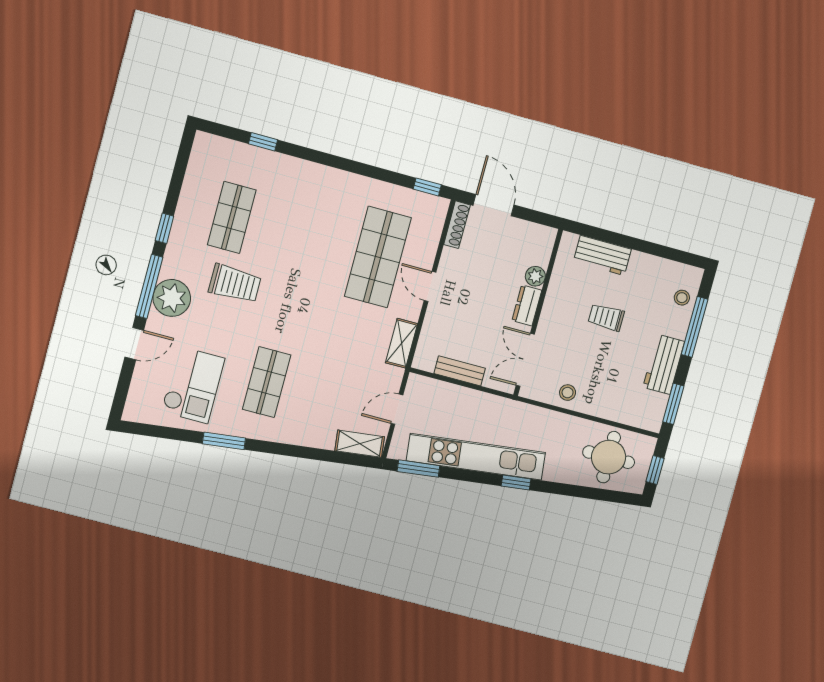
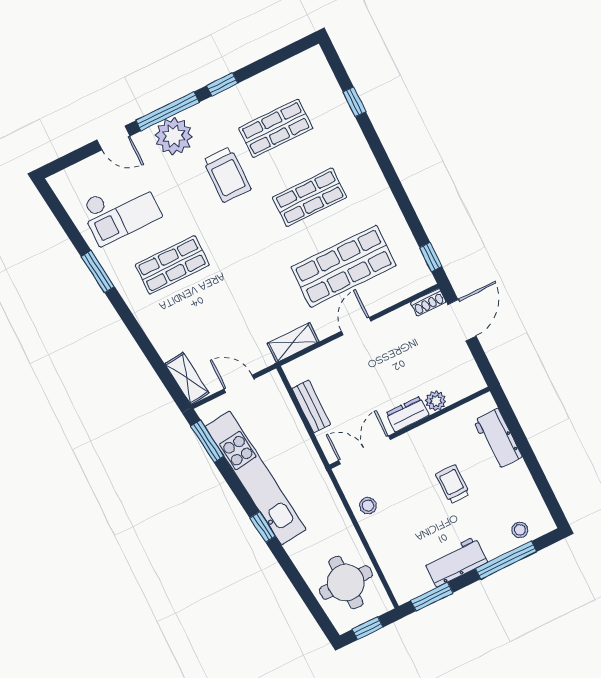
shoe rack: (457, 225) -> (428, 302), width x0.70
shop shelf: (305, 237) -> (310, 197), added

